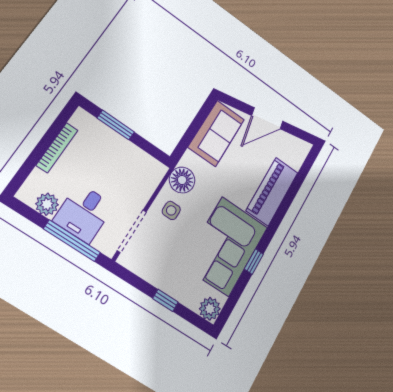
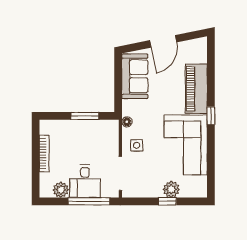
window: (116, 125) -> (85, 116), moved
floor lamp: (182, 180) -> (127, 122), width x0.53, depth x0.53
window: (254, 262) -> (211, 116), moved
plant: (210, 309) -> (171, 189), moved

